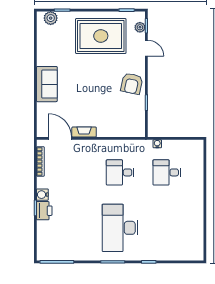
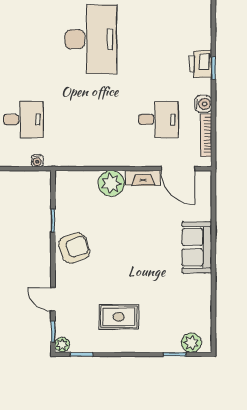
plant: (140, 27) -> (62, 345), moved
rug: (101, 36) -> (119, 317), width x0.54, depth x0.49
armchair: (132, 84) -> (74, 248), turned 58
plant: (106, 128) -> (111, 183), added
desk: (120, 172) -> (158, 119), moved
water cooler: (42, 195) -> (203, 104), moved

